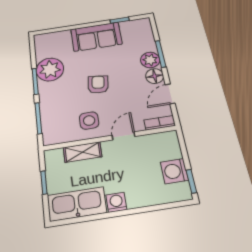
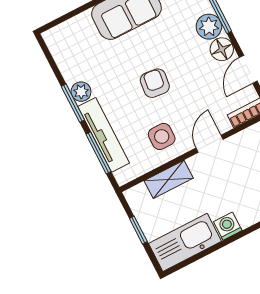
plant: (50, 69) -> (81, 92), width x0.53, depth x0.53
tv unit: (47, 107) -> (104, 135), added

